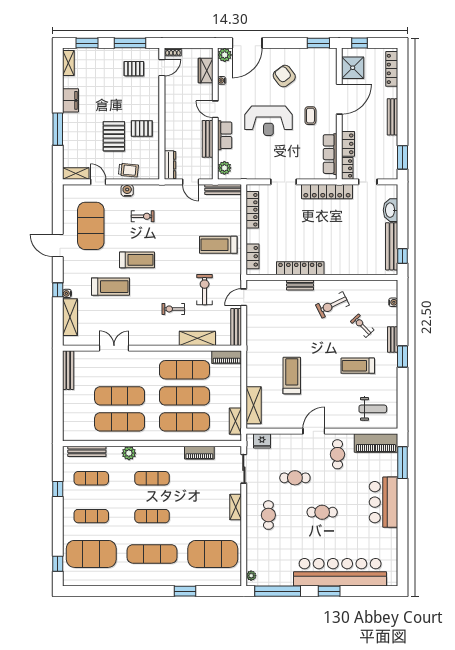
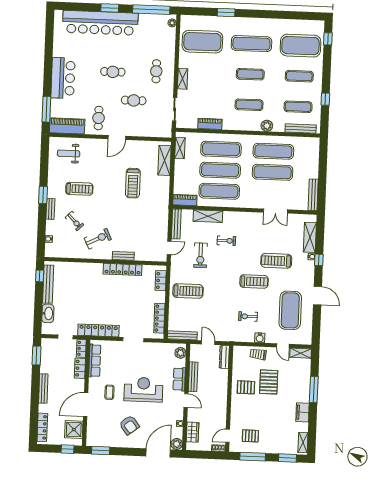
treadmill: (137, 260) -> (254, 281), turned 180
fridge: (262, 441) -> (159, 131), removed

